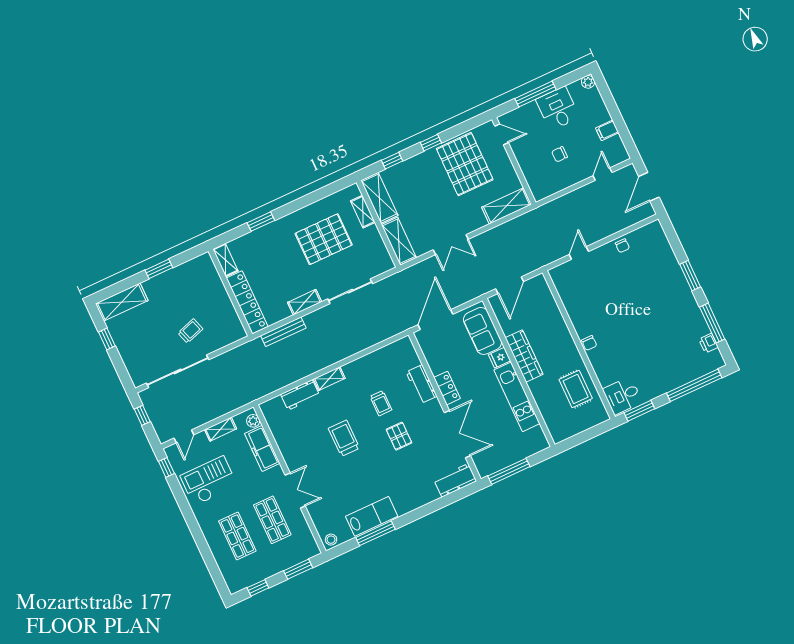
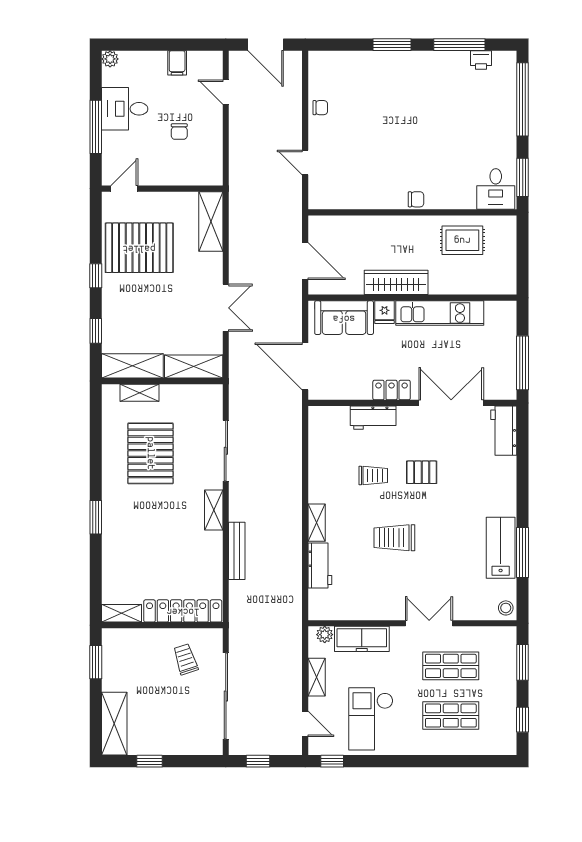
shelving: (225, 260) -> (122, 613), moved
wall: (230, 293) -> (162, 625), moved
locker: (247, 302) -> (183, 611), moved

